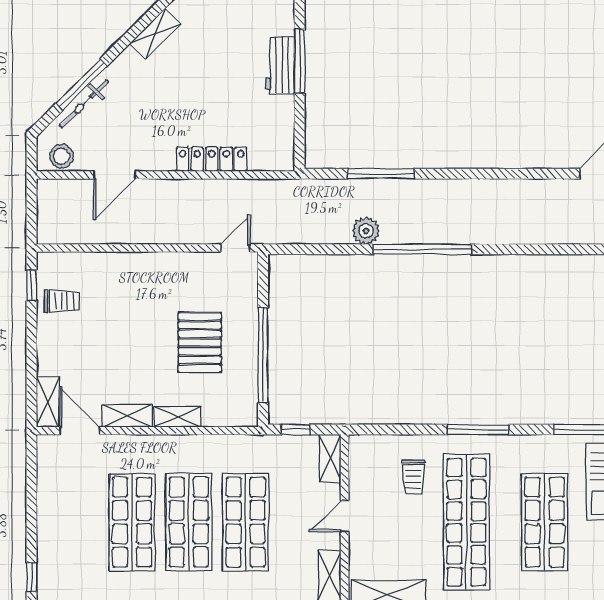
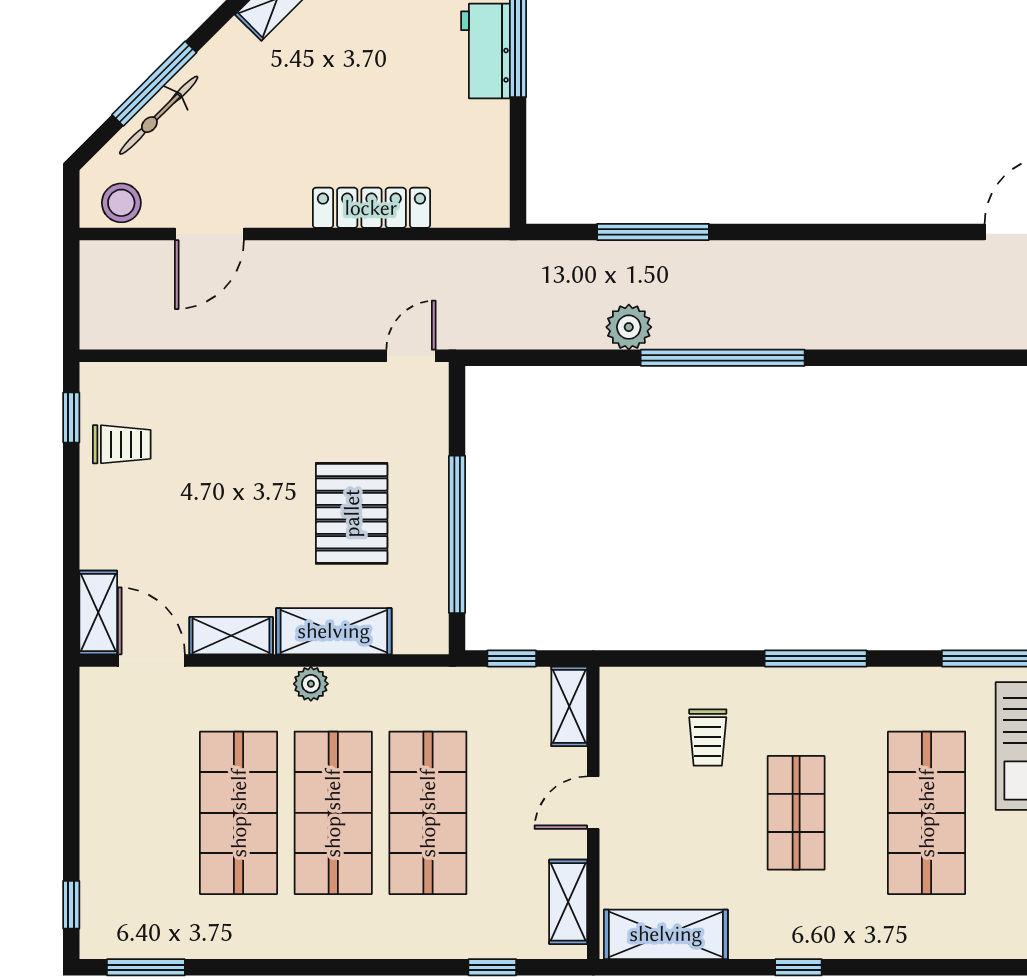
shelving: (178, 417) -> (334, 631), width x1.50, depth x1.33
plant: (175, 445) -> (311, 684), added
shop shelf: (466, 522) -> (796, 813), width x0.50, depth x0.74

